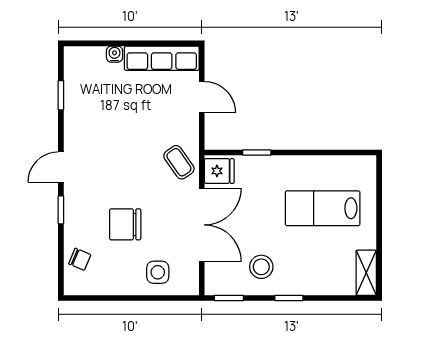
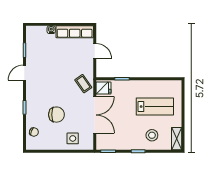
door: (61, 167) -> (24, 73), moved
lab bench: (323, 208) -> (155, 107), turned 180
chair: (125, 224) -> (56, 115), turned 180
stool: (261, 267) -> (152, 135), moved

